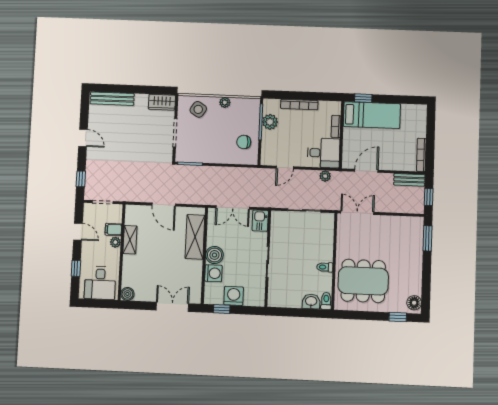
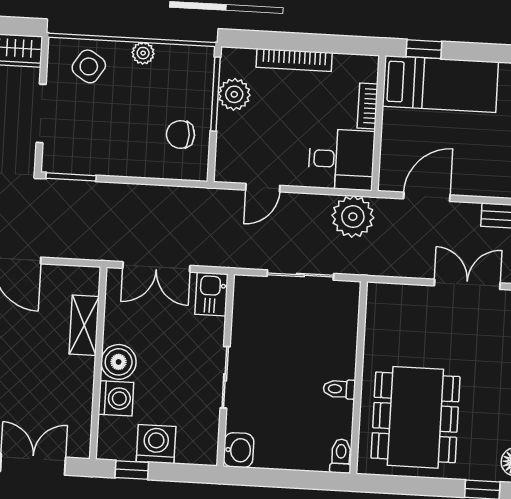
plant: (325, 176) -> (353, 217), width x1.88, depth x1.88
double door: (357, 213) -> (467, 284), moved
shelving: (195, 237) -> (84, 325), width x0.67, depth x0.75
dining table: (363, 281) -> (415, 417), turned 90
washbasin: (311, 301) -> (239, 450), moved, turned 90

